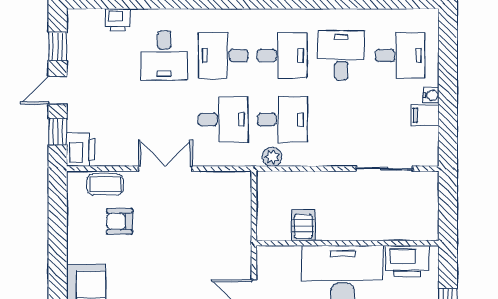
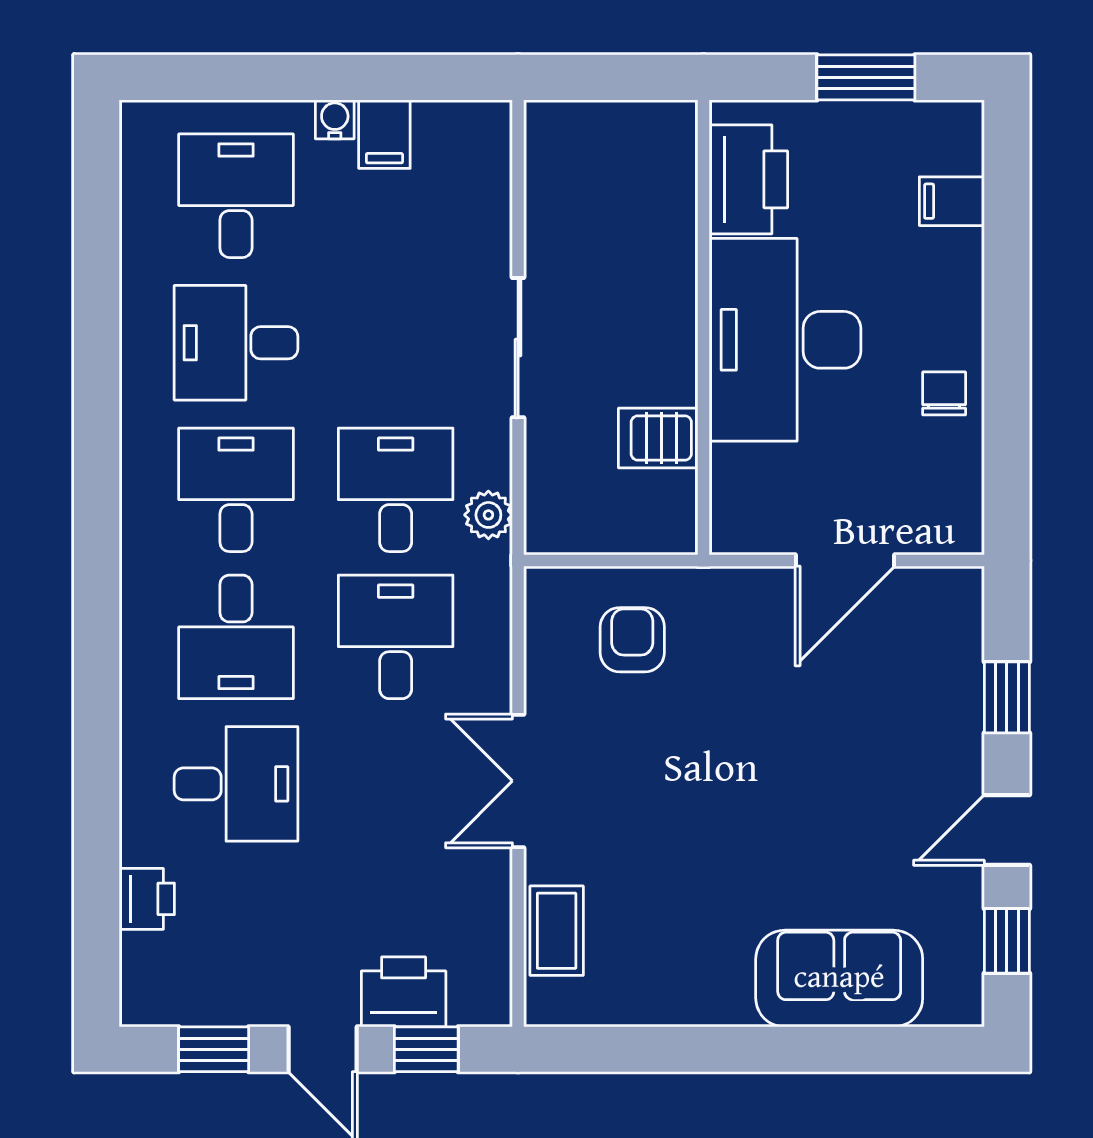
printer: (81, 150) -> (404, 992), moved
sliding door: (384, 169) -> (518, 348), moved
armchair: (120, 221) -> (632, 640), moved, turned 180

